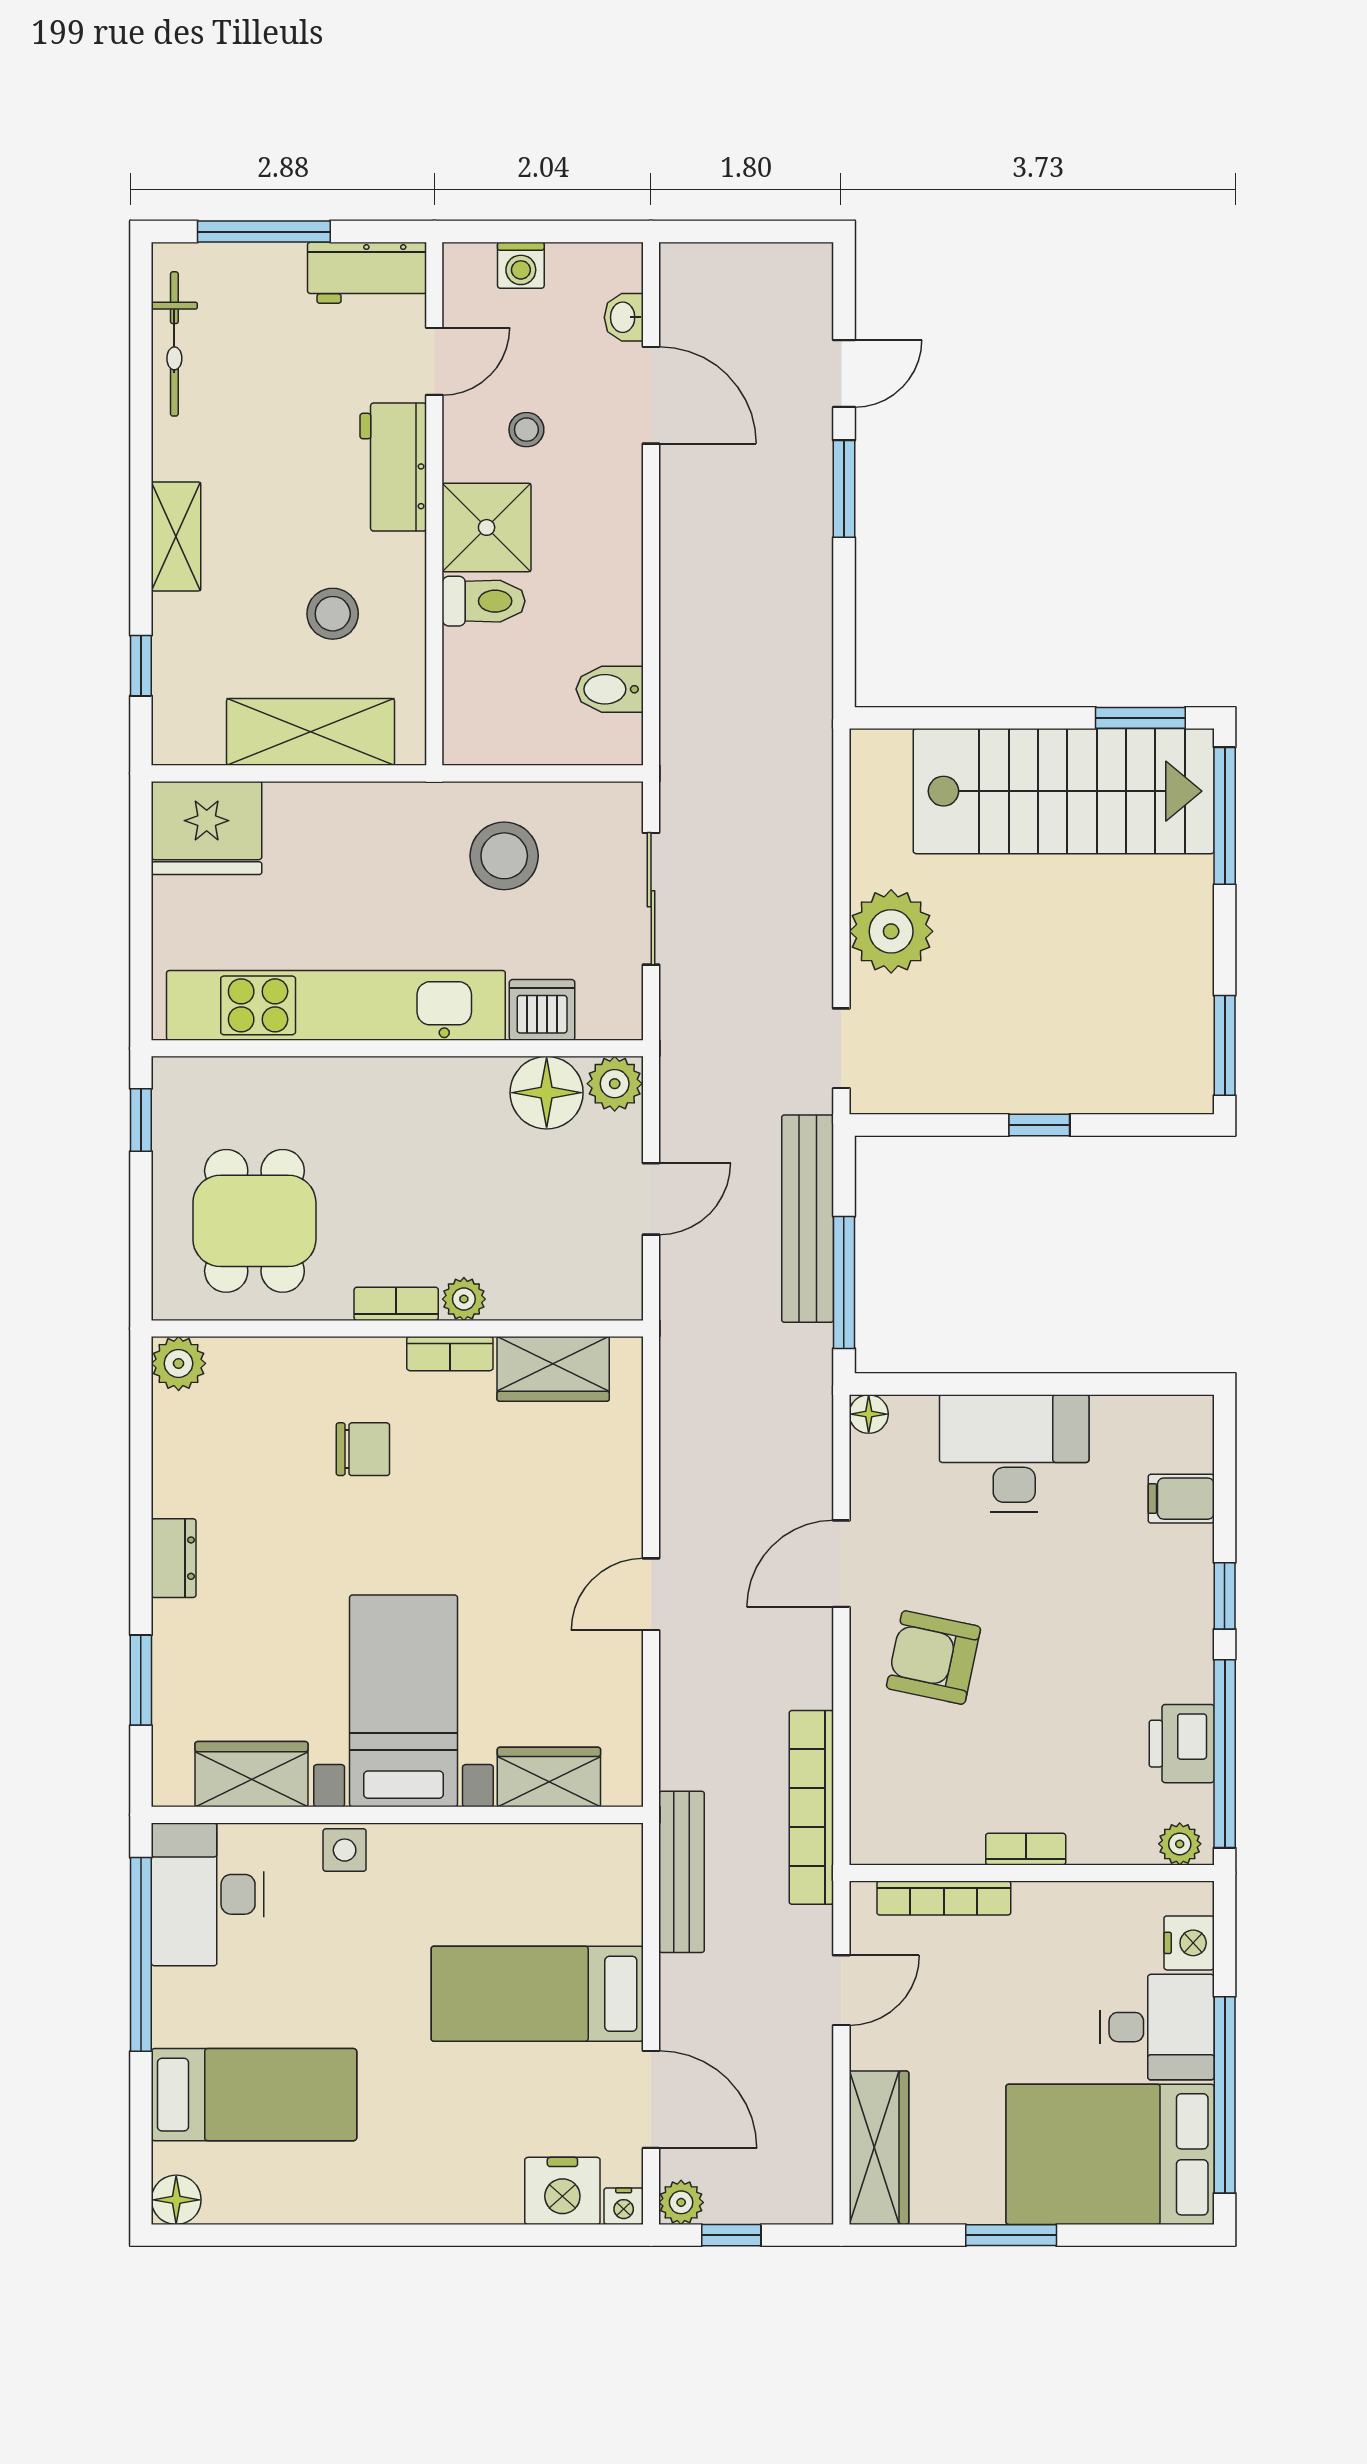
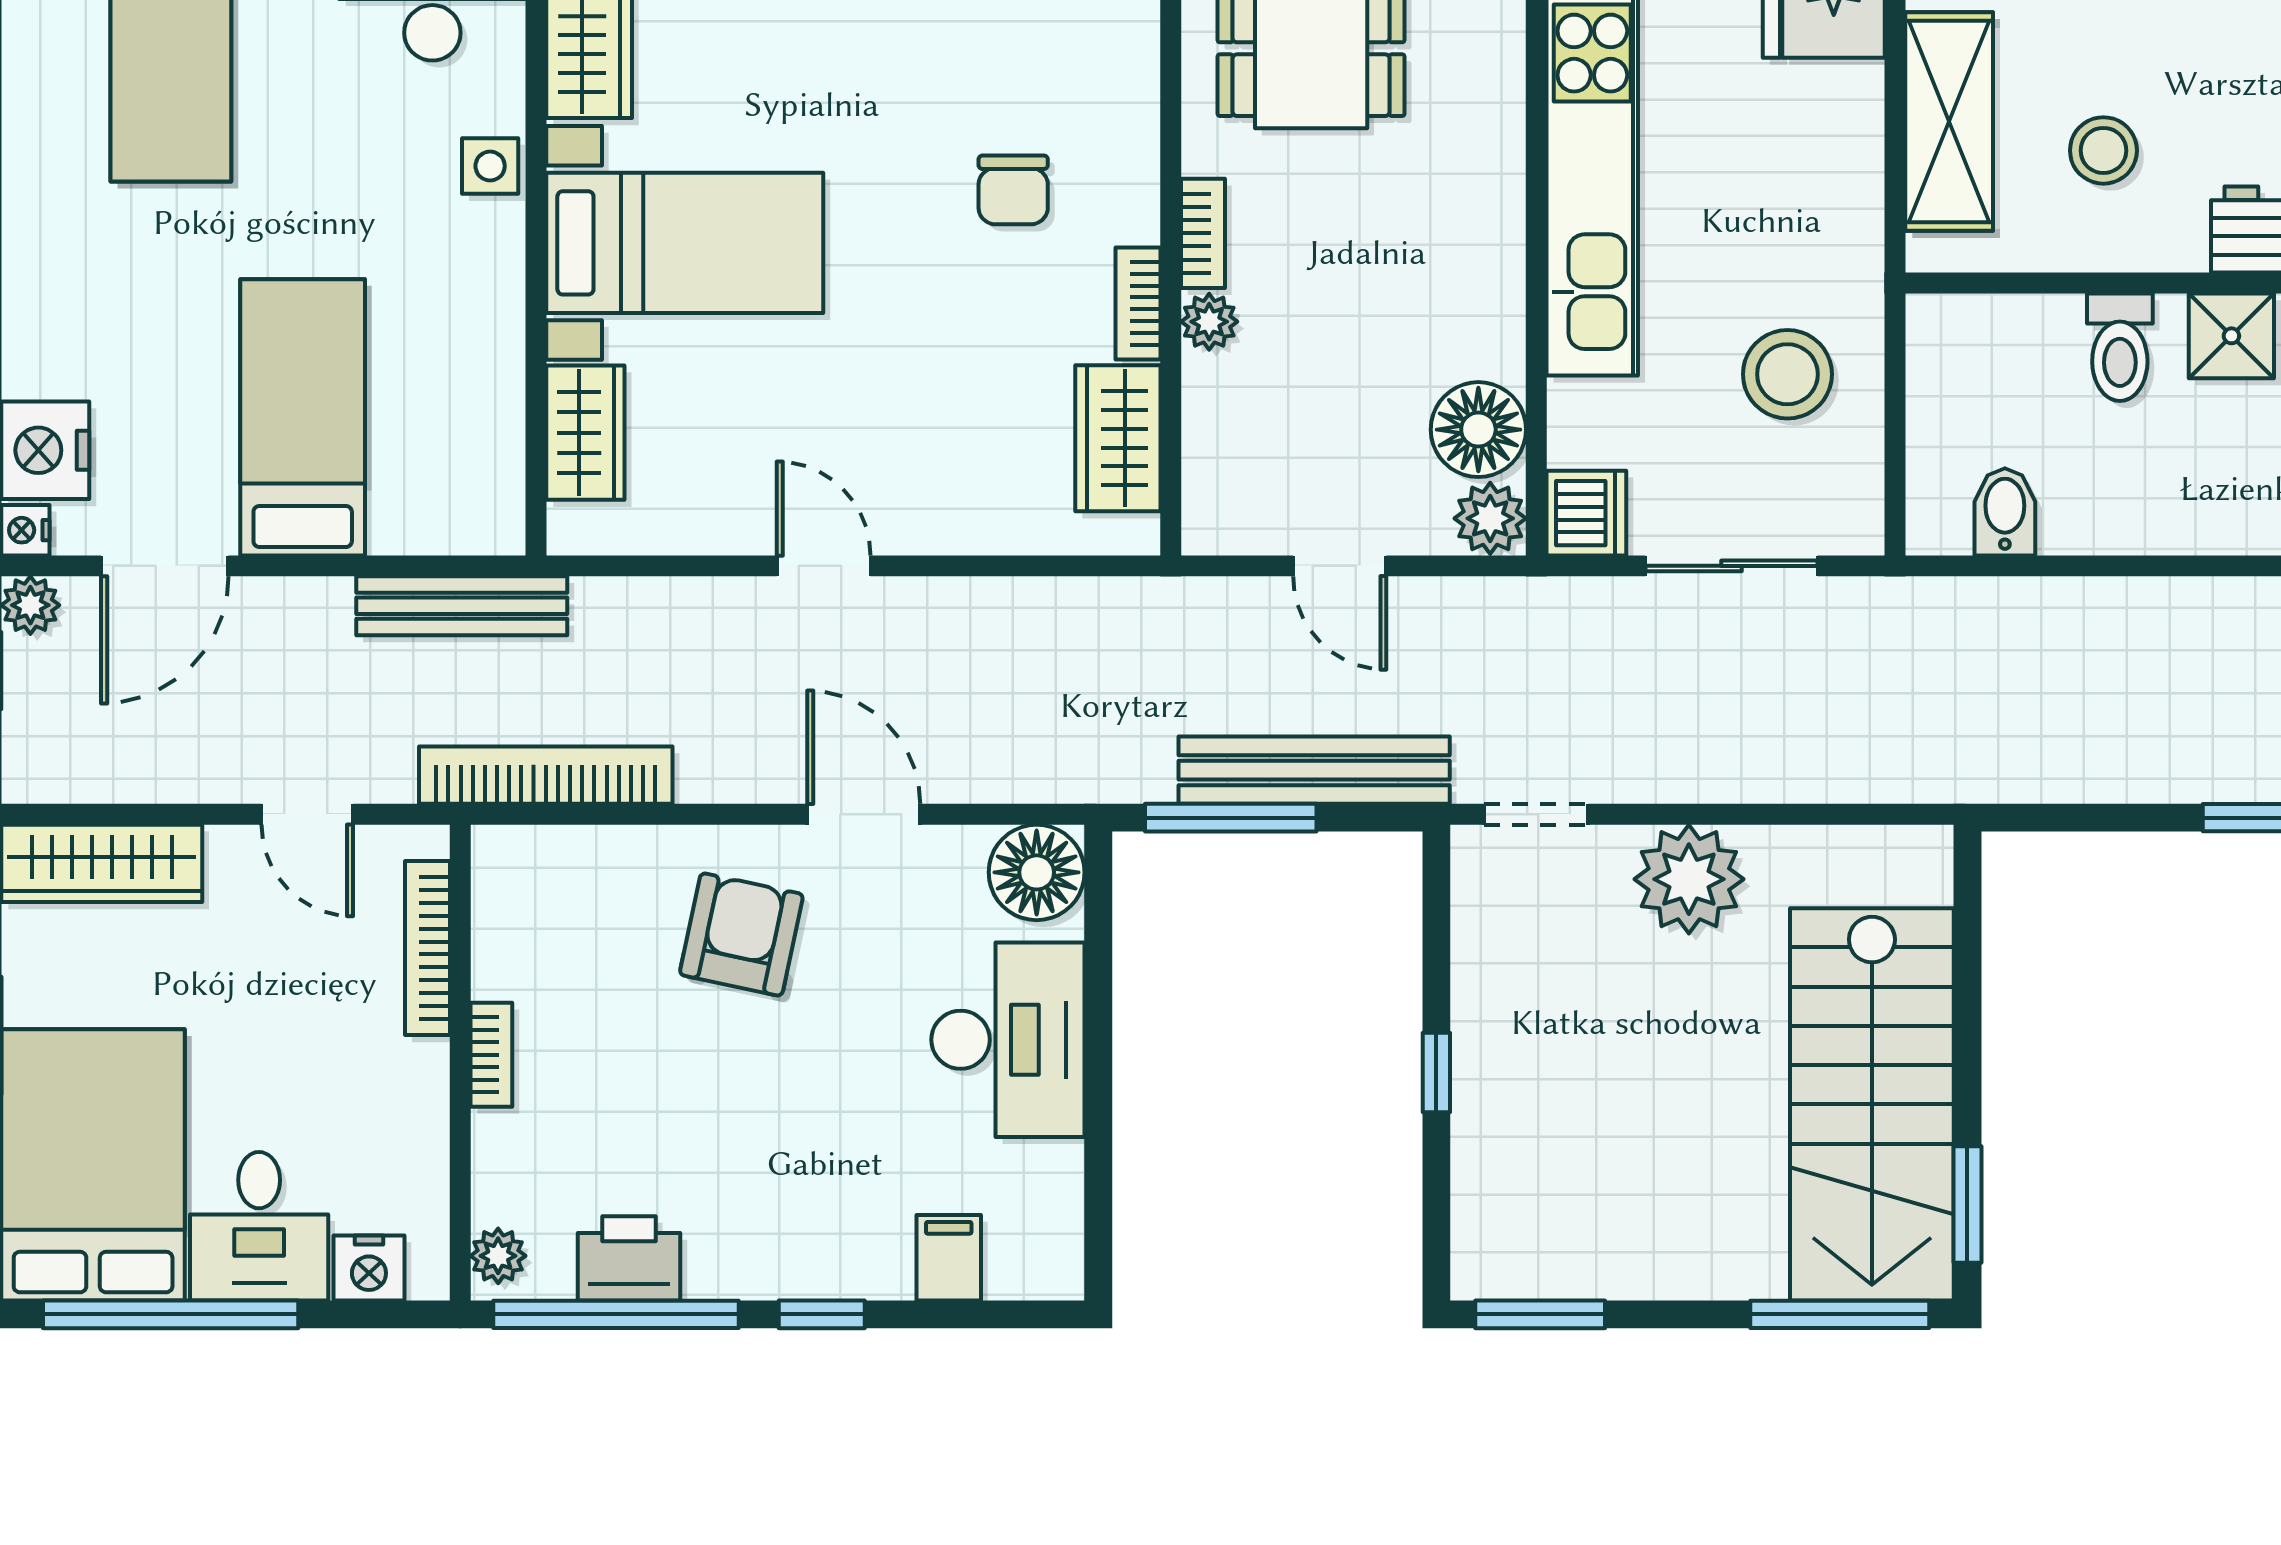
shower: (487, 527) -> (2231, 336), width x0.73, depth x0.73
dishwasher: (542, 1010) -> (1586, 513), moved
floor lamp: (869, 1414) -> (1037, 872), width x1.89, depth x1.89

